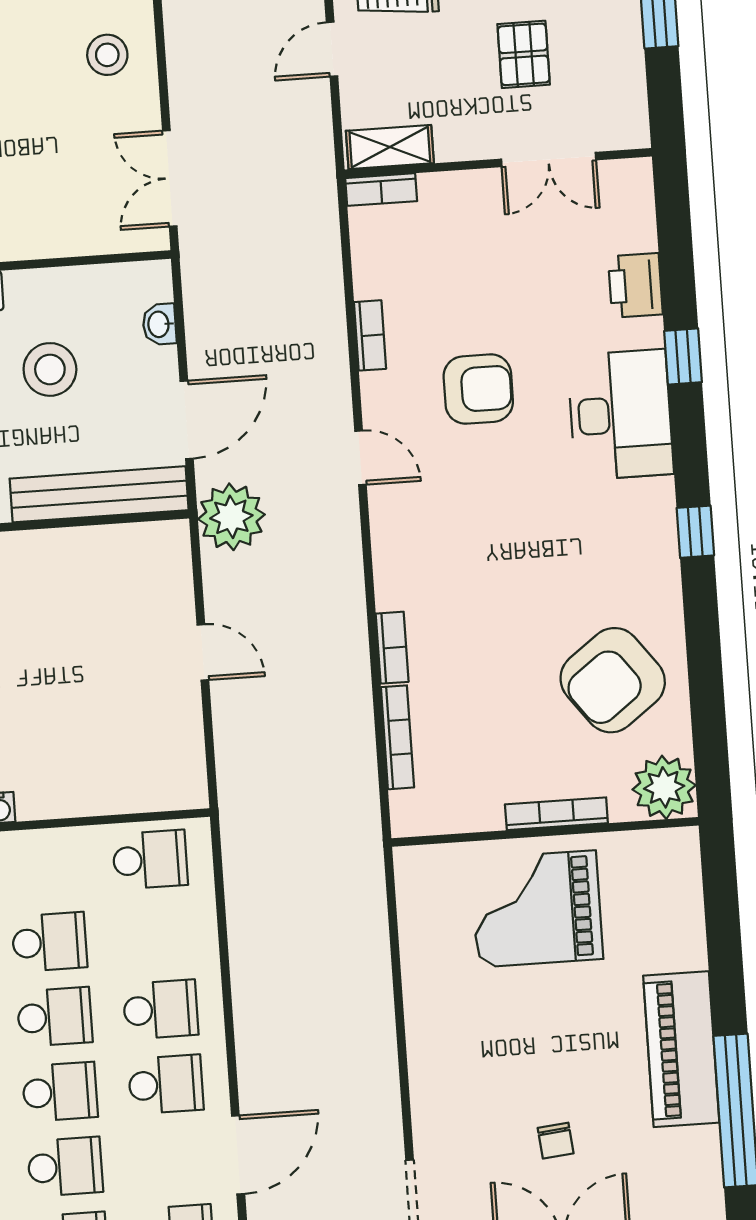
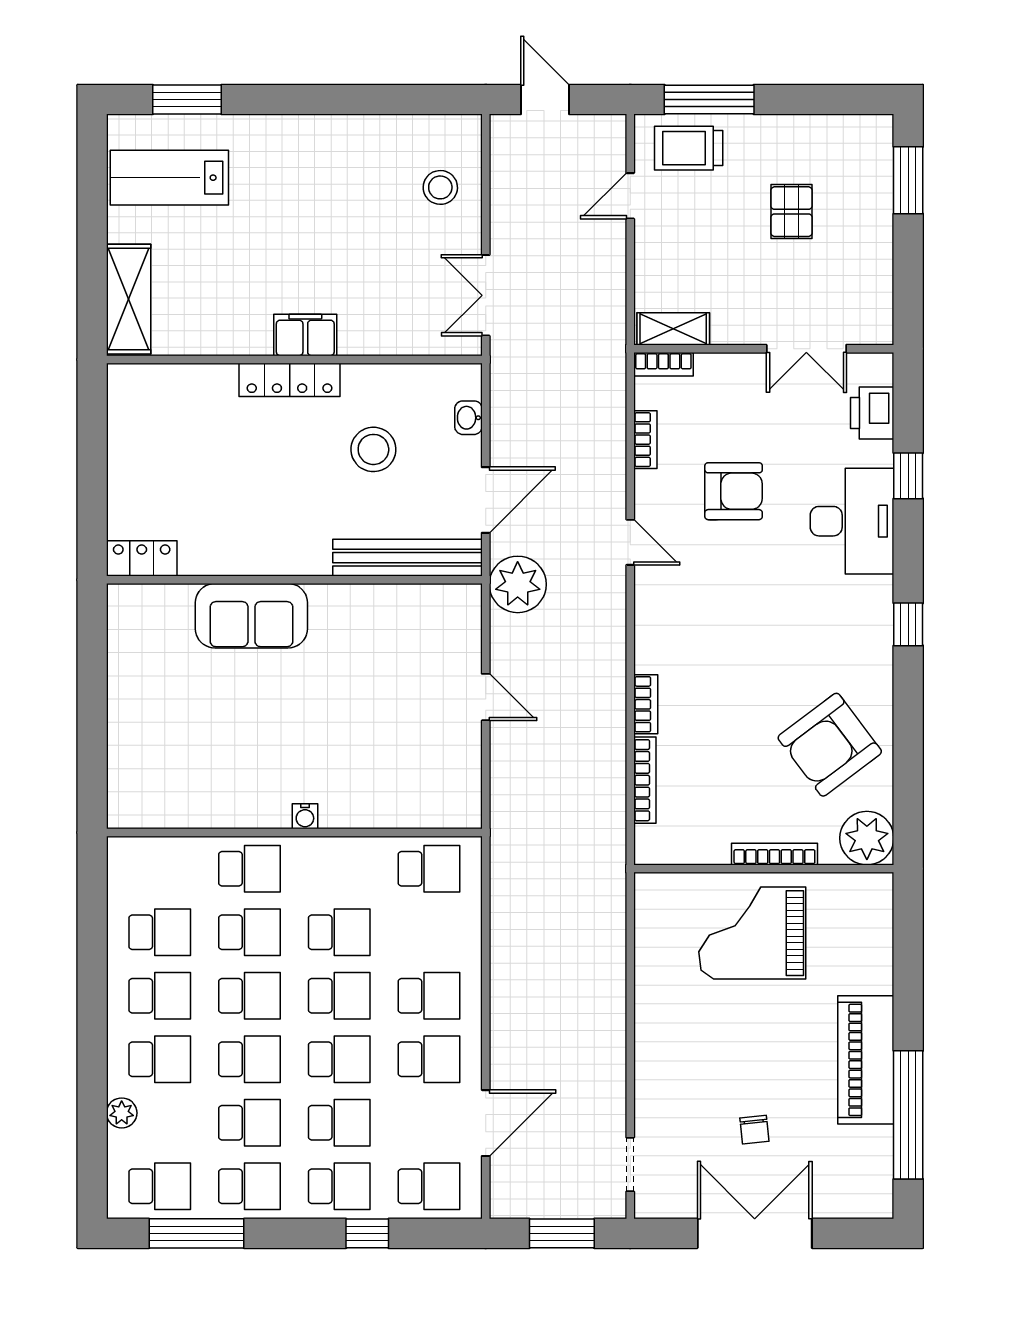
shelving: (390, 147) -> (673, 329), moved
double door: (549, 159) -> (806, 349), moved
wall: (498, 163) -> (764, 349), moved
bookcase: (381, 190) -> (663, 364), moved

